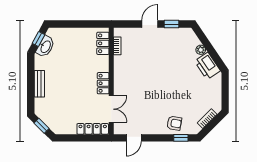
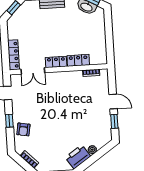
locker: (103, 43) -> (78, 60), moved
window: (181, 138) -> (9, 121), moved

